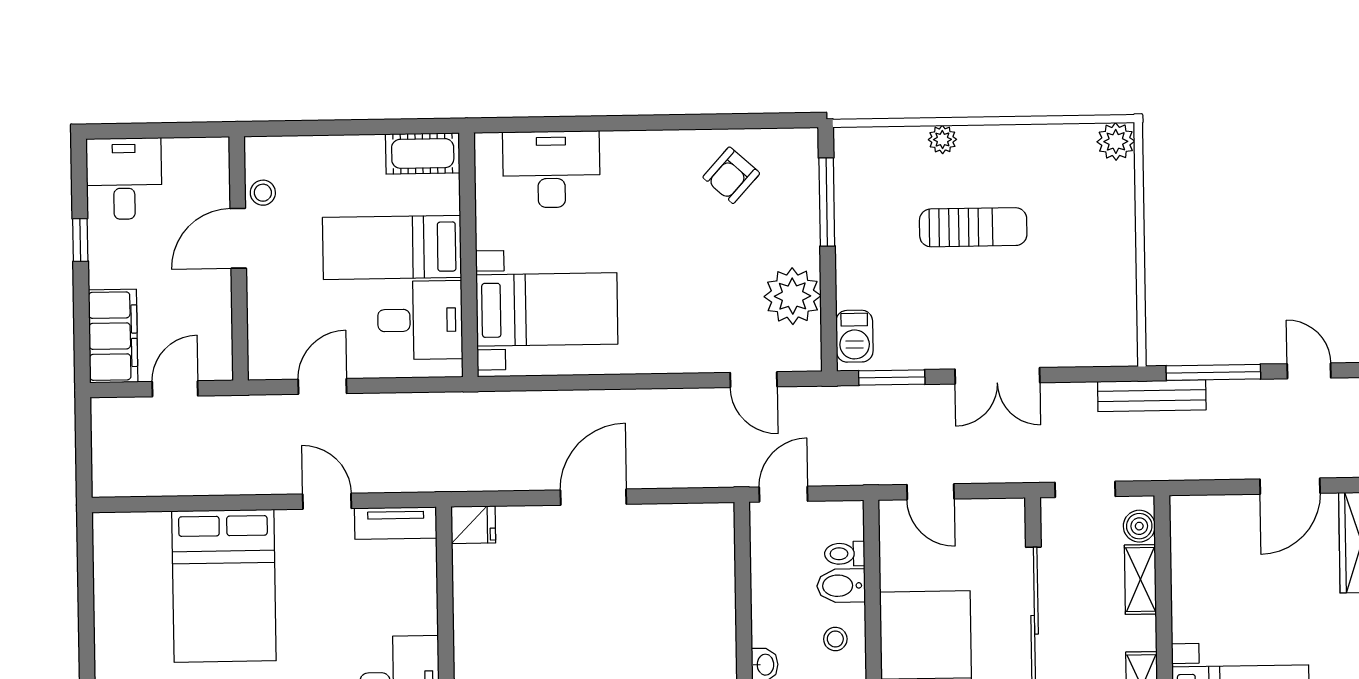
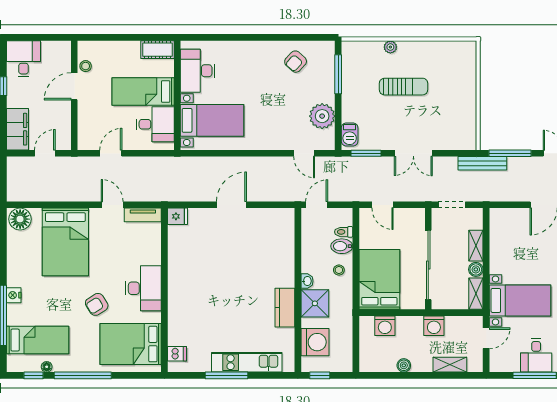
plant: (1116, 141) -> (468, 49), removed
desk: (551, 169) -> (197, 71), moved, turned -90
boiler: (1139, 526) -> (476, 269), moved
floor lamp: (122, 536) -> (20, 219), added

